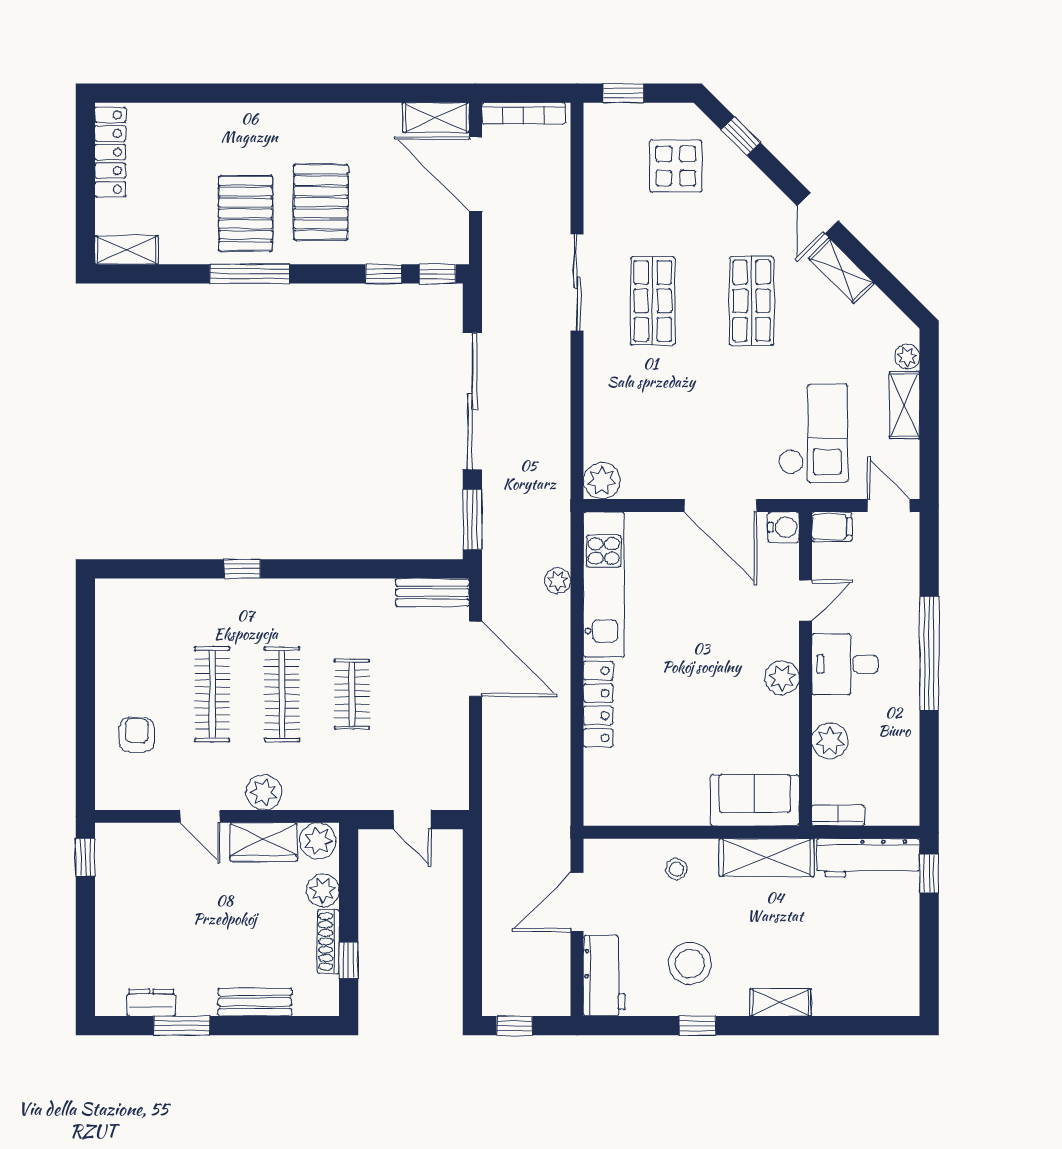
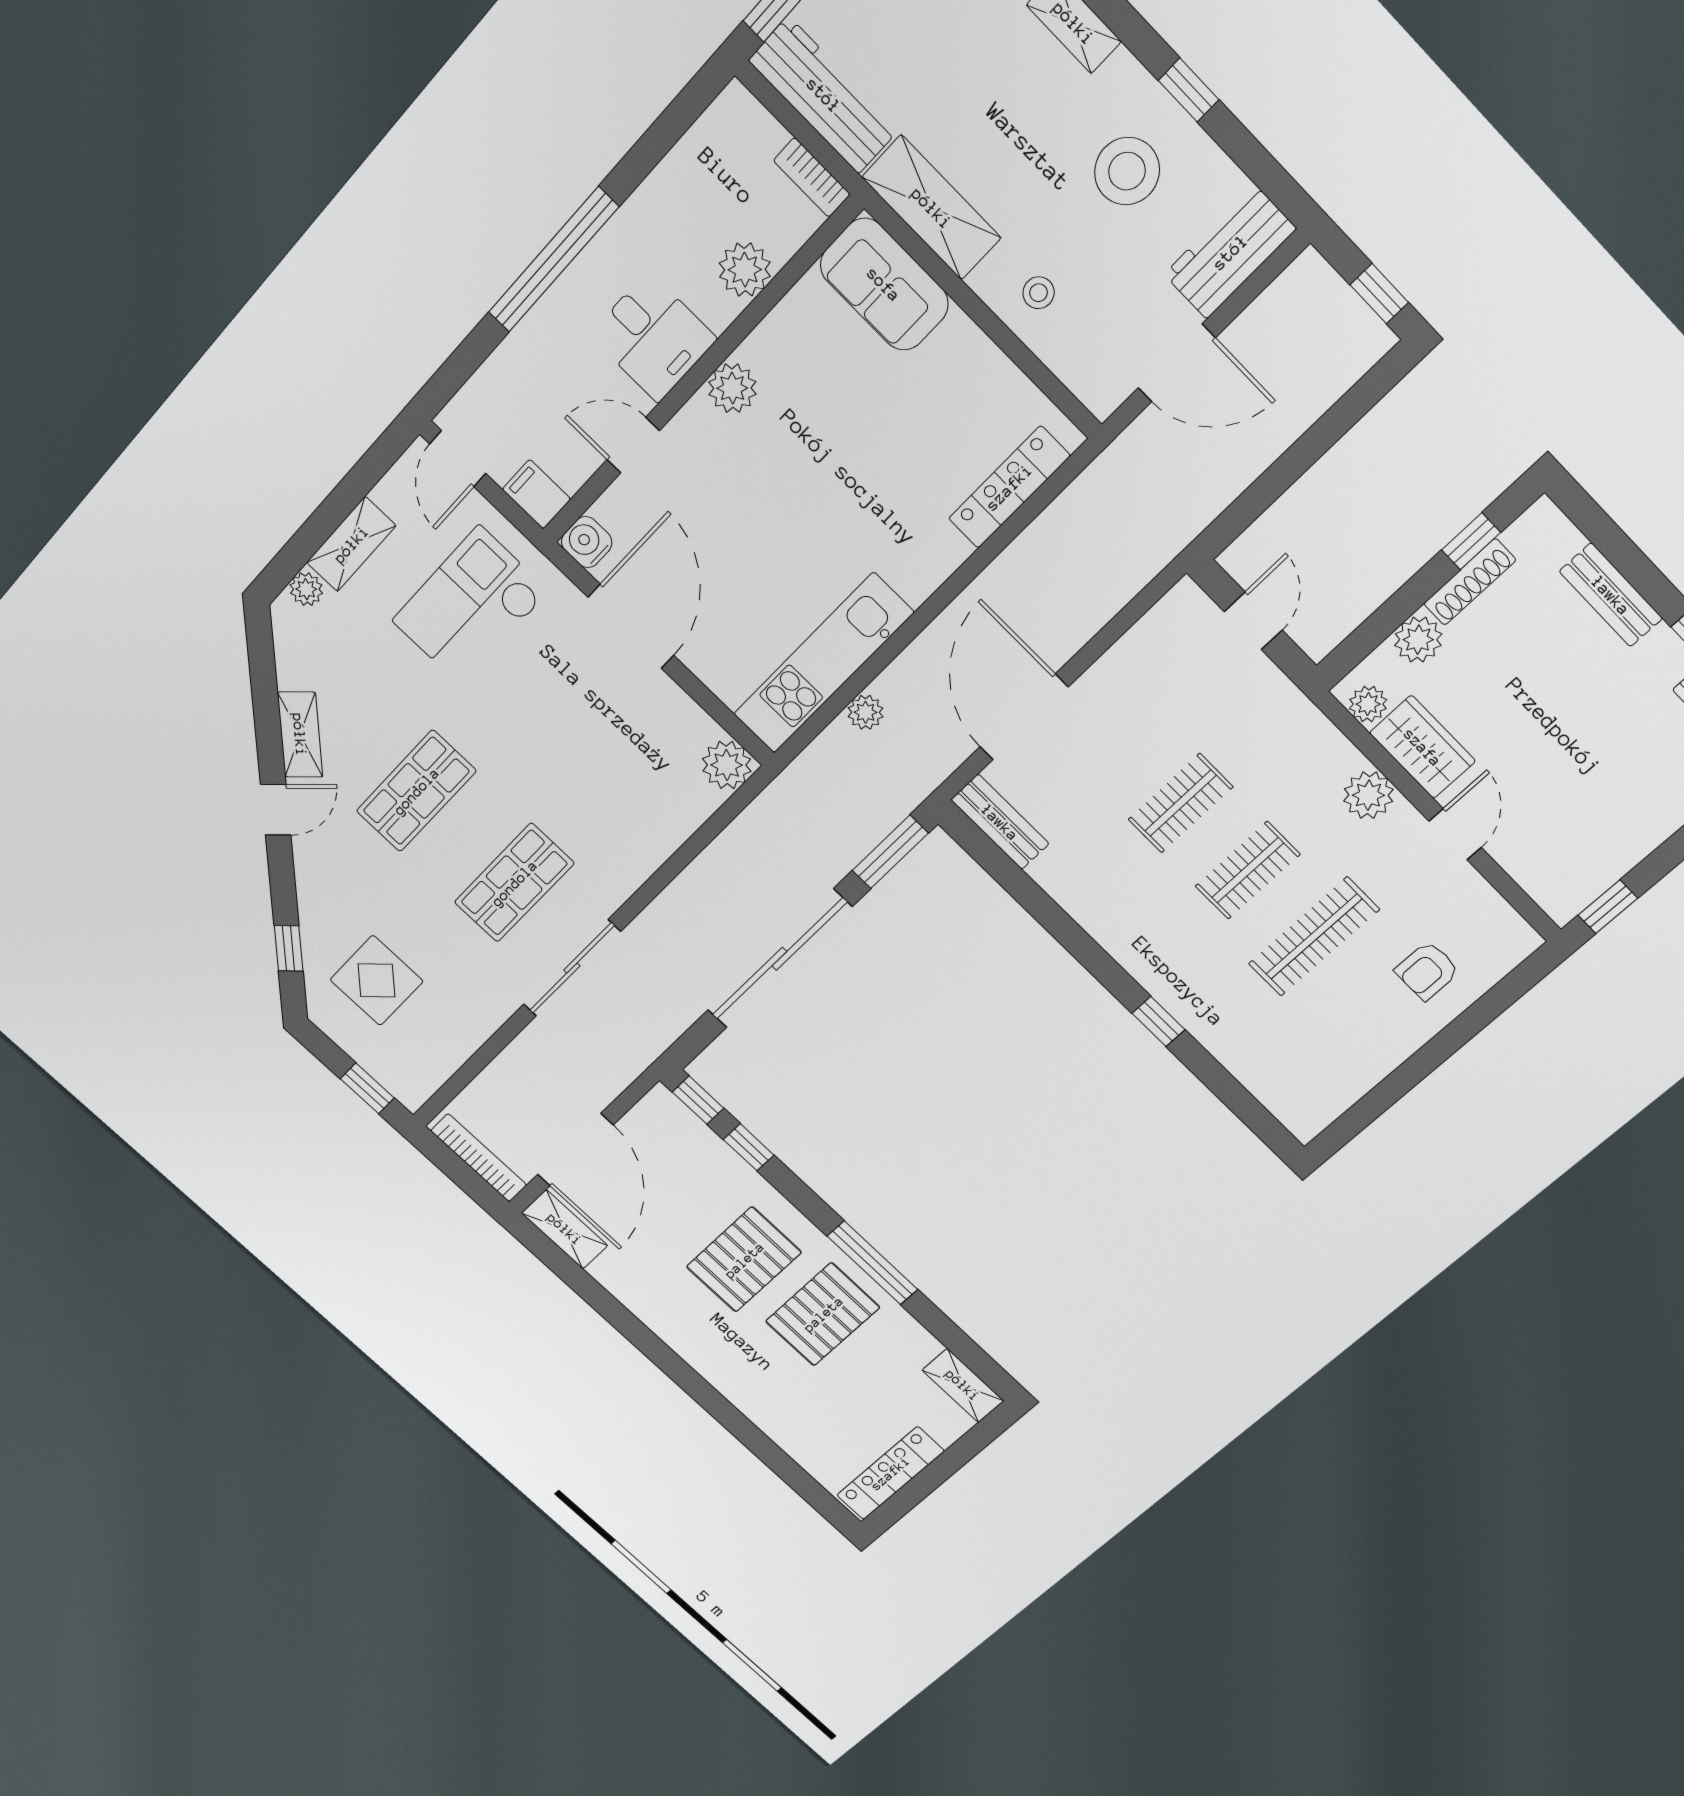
clothes rail: (282, 694) -> (1248, 870), width x0.73
locker: (598, 704) -> (1009, 487), moved
plant: (318, 841) -> (1368, 704), width x0.73, depth x0.73

